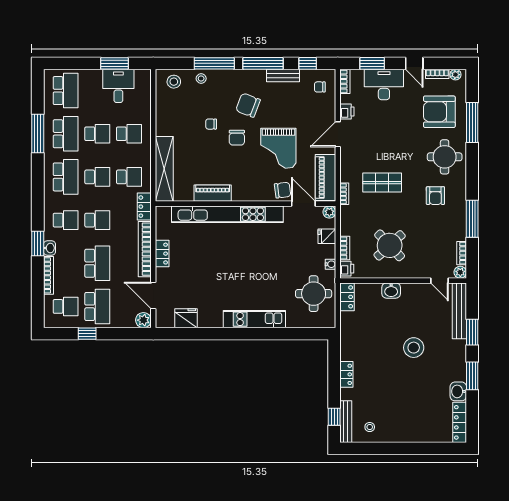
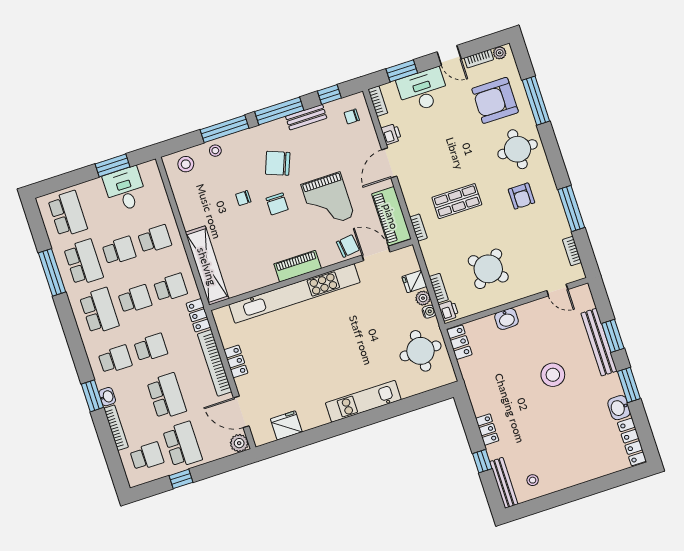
piano: (213, 193) -> (298, 266), moved
plant: (329, 212) -> (423, 298), moved
plant: (460, 272) -> (577, 273), removed
bench: (459, 311) -> (599, 342), moved
window: (334, 417) -> (482, 461), moved

